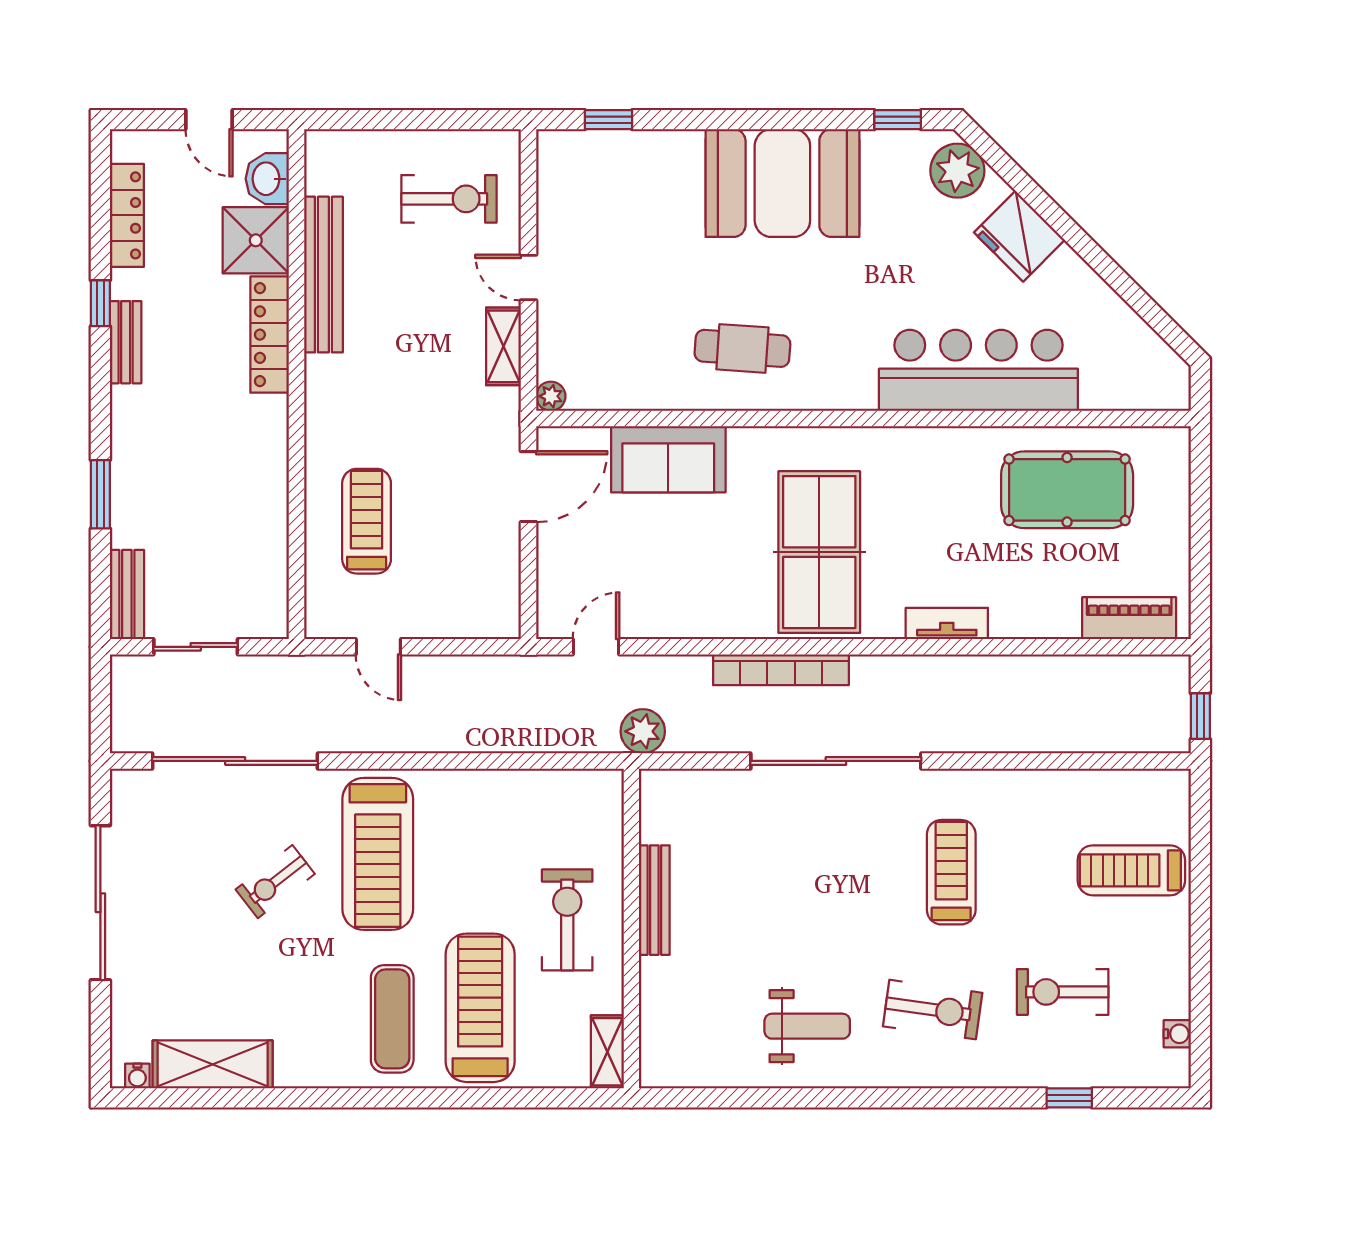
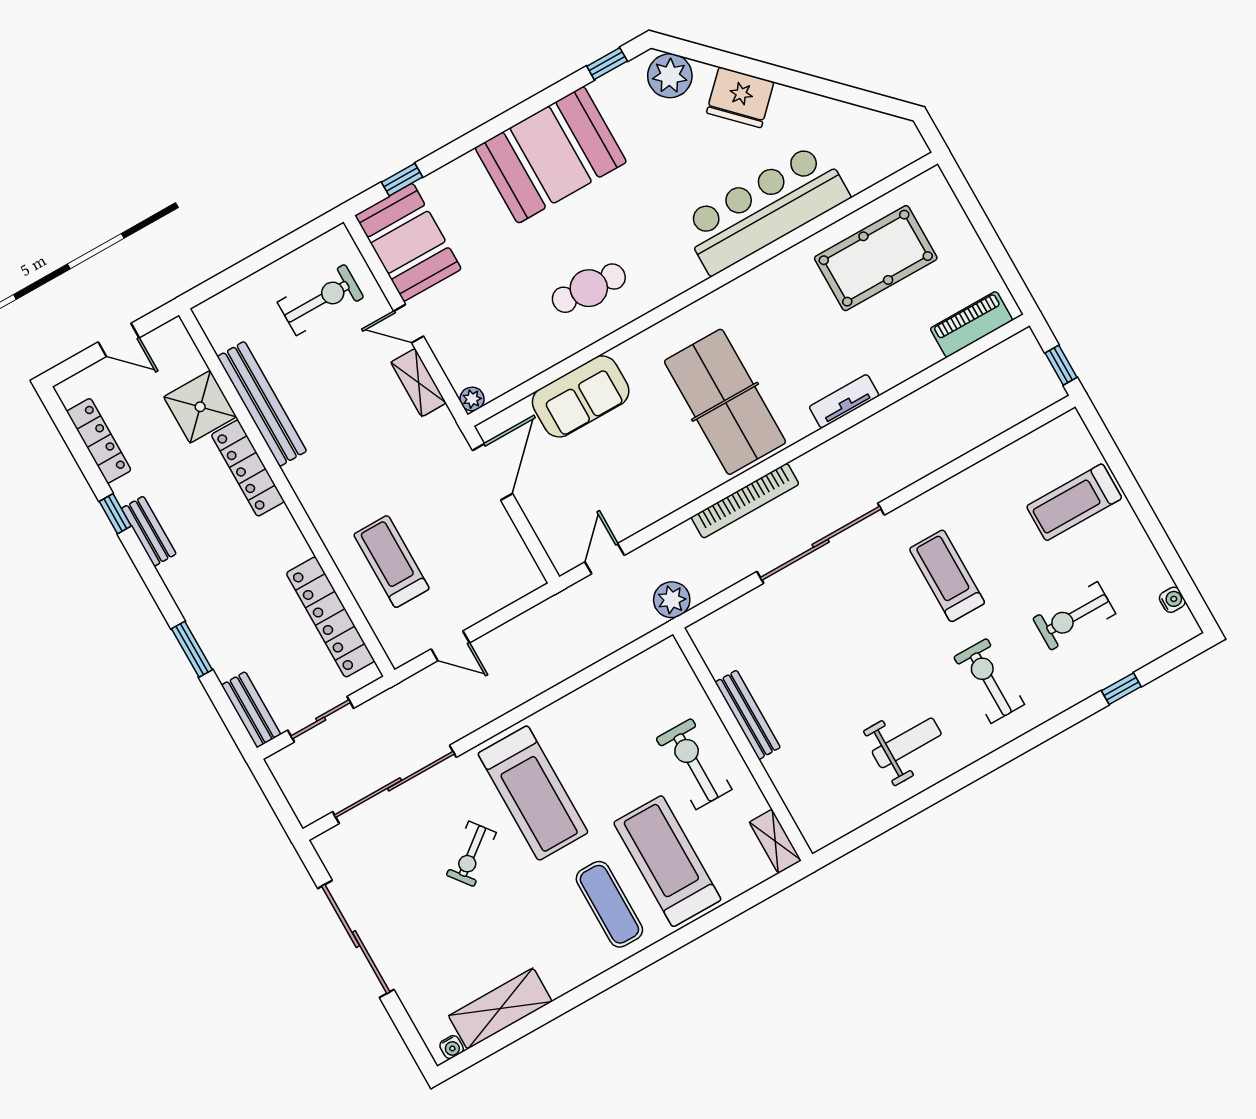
washbasin: (267, 179) -> (184, 358), removed
booth: (577, 190) -> (408, 242), added
locker: (268, 544) -> (330, 617), added
exercise bike: (933, 1010) -> (989, 681), turned -98

